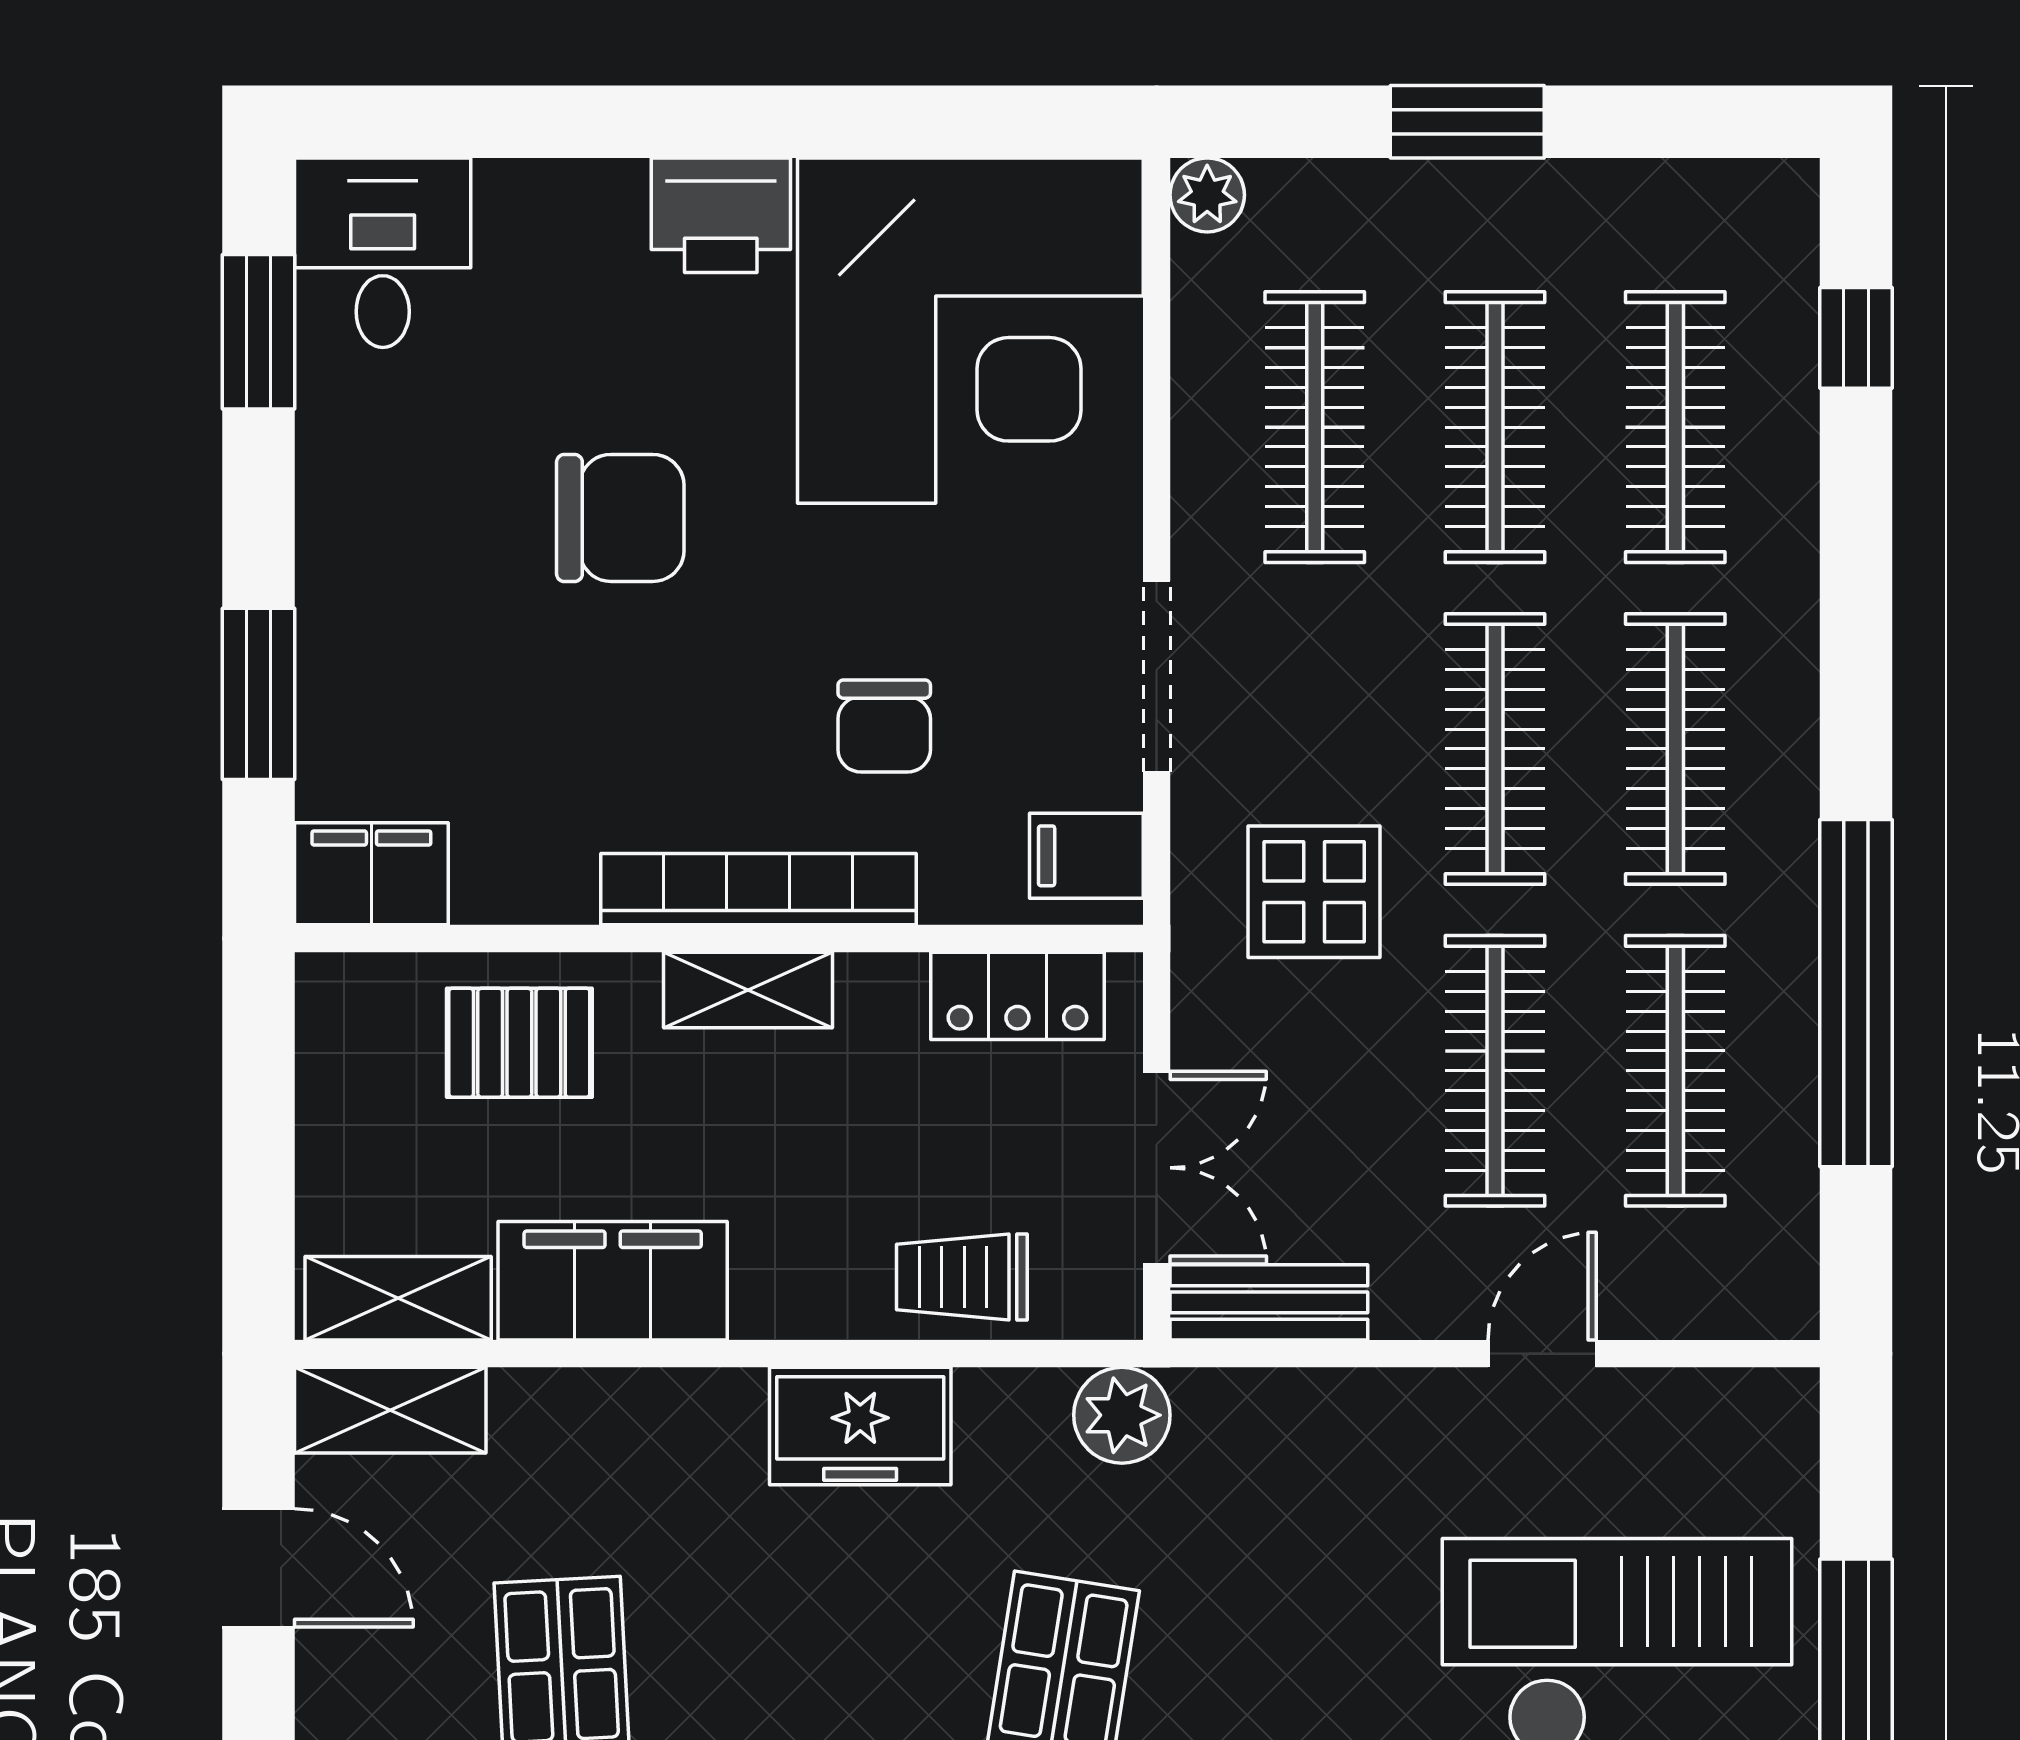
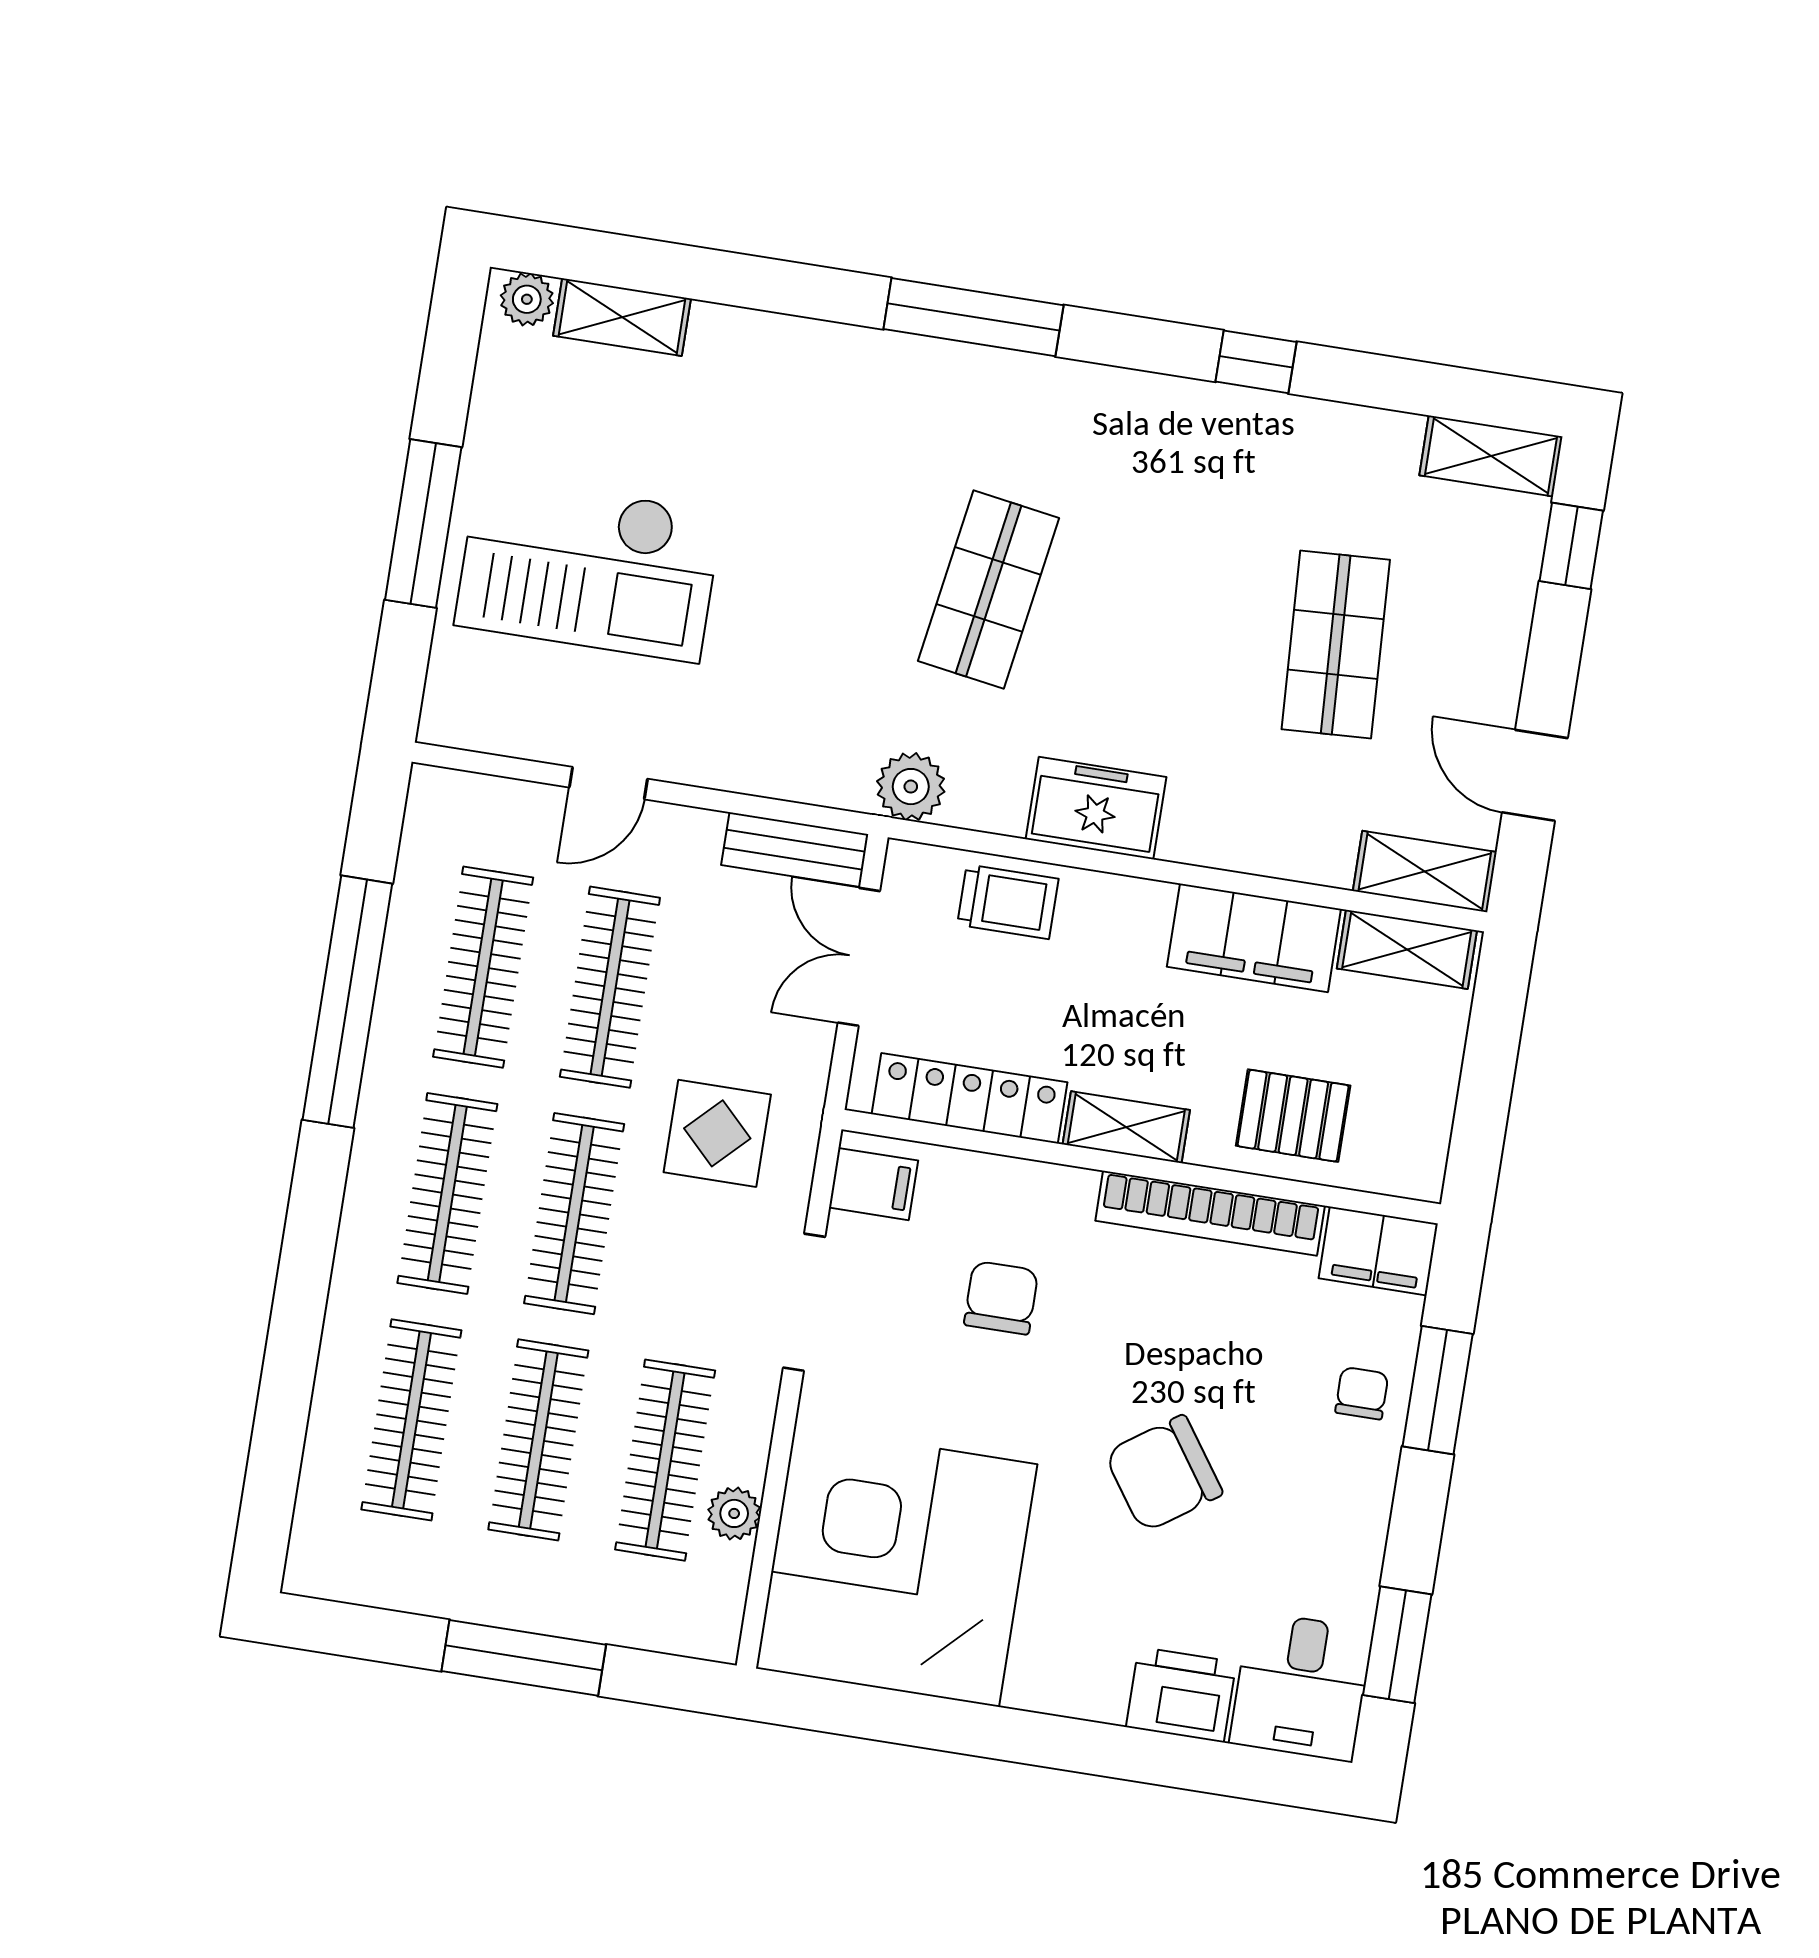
window: (1467, 122) -> (524, 1658), width x1.44
plant: (1207, 195) -> (734, 1513), moved
printer: (721, 215) -> (1181, 1695), moved
window: (1856, 338) -> (274, 1463), removed
chair: (620, 518) -> (1164, 1474), turned -35
chair: (363, 673) -> (1362, 1393), added
bookcase: (758, 889) -> (1210, 1213), moved
locker: (1017, 996) -> (970, 1098), width x1.53

